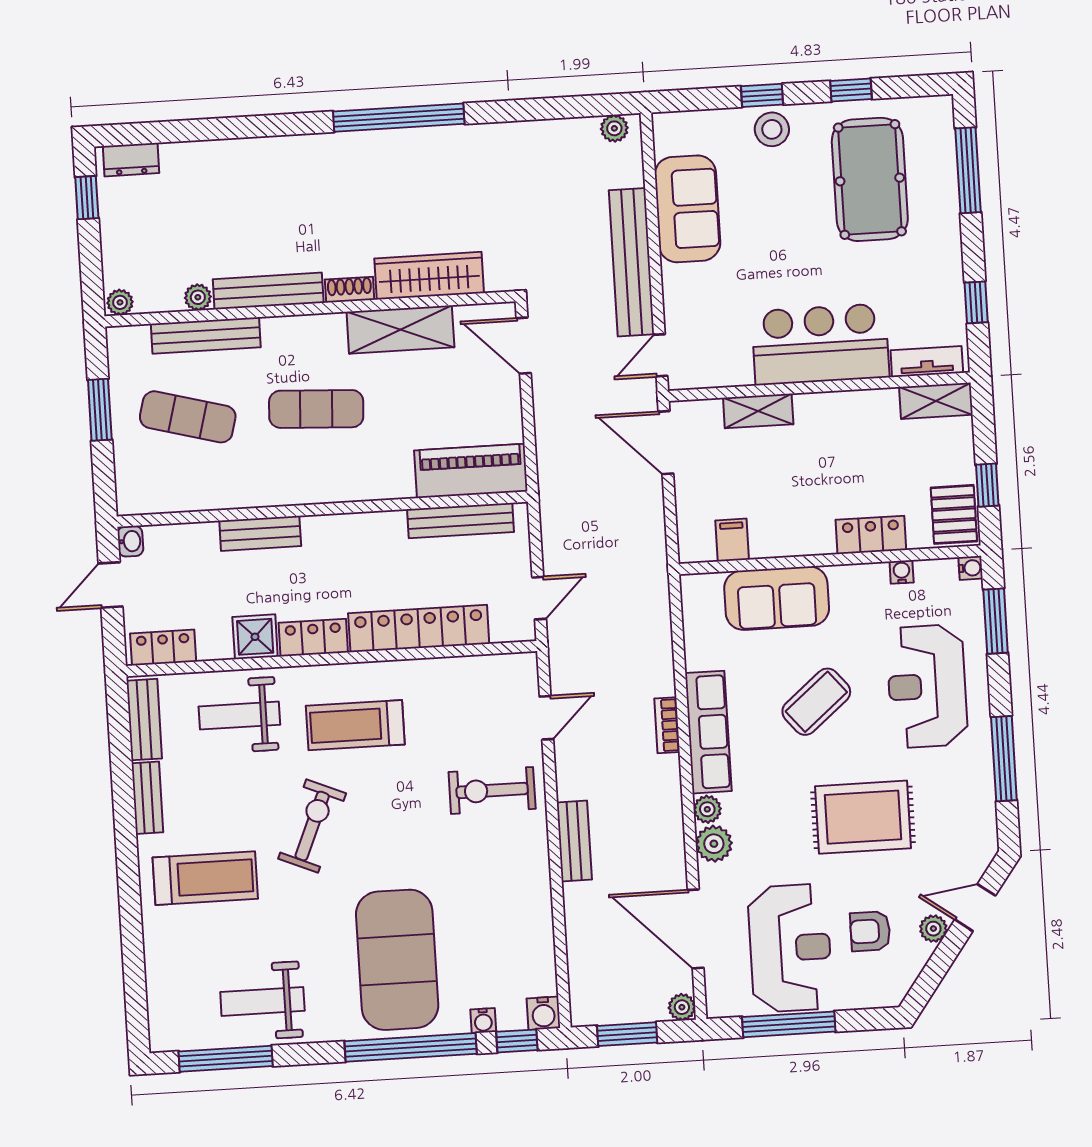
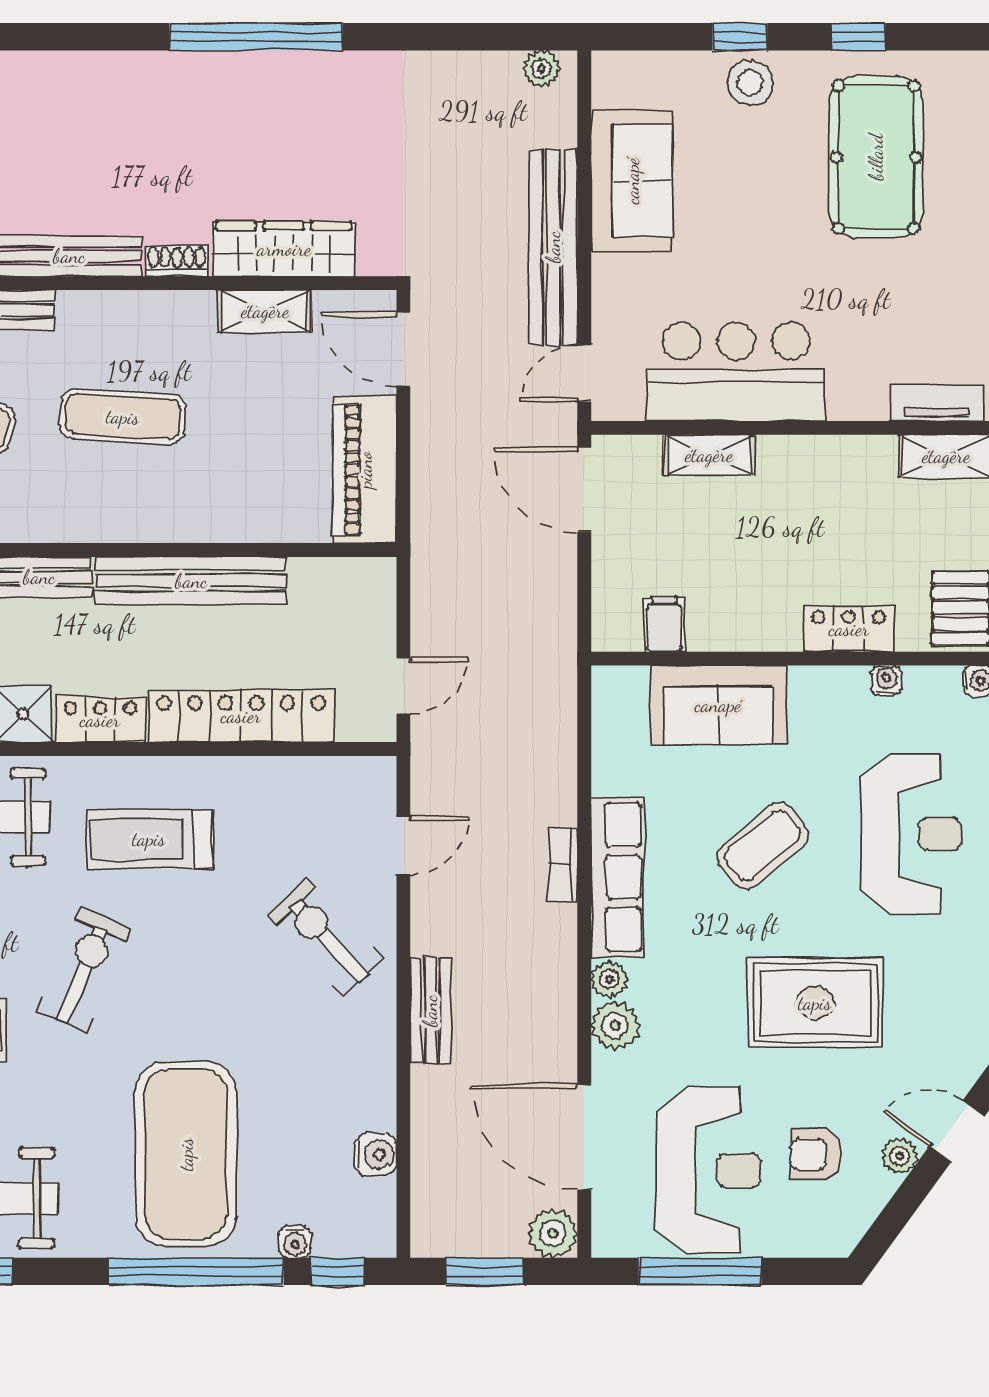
shelving: (400, 330) -> (265, 311), width x0.67, depth x0.75
bar counter: (820, 344) -> (736, 372), moved
piano: (471, 471) -> (365, 470), moved, turned -90
bench: (460, 521) -> (191, 581), moved, width x1.37, depth x1.21
reception desk: (927, 686) -> (911, 834), turned 180
exercise bike: (492, 790) -> (325, 937), turned 47
plant: (682, 1007) -> (553, 1233), width x1.38, depth x1.38
water cooler: (543, 1013) -> (375, 1154), moved, turned -90

